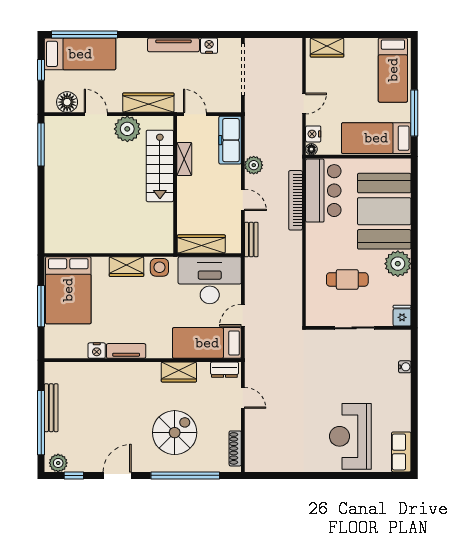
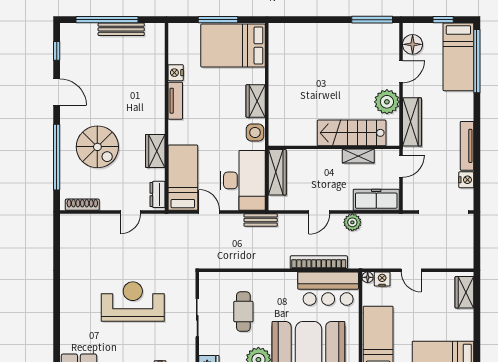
bench: (251, 240) -> (261, 220), moved
reception desk: (350, 436) -> (133, 302), moved
plant: (58, 463) -> (68, 36), removed

